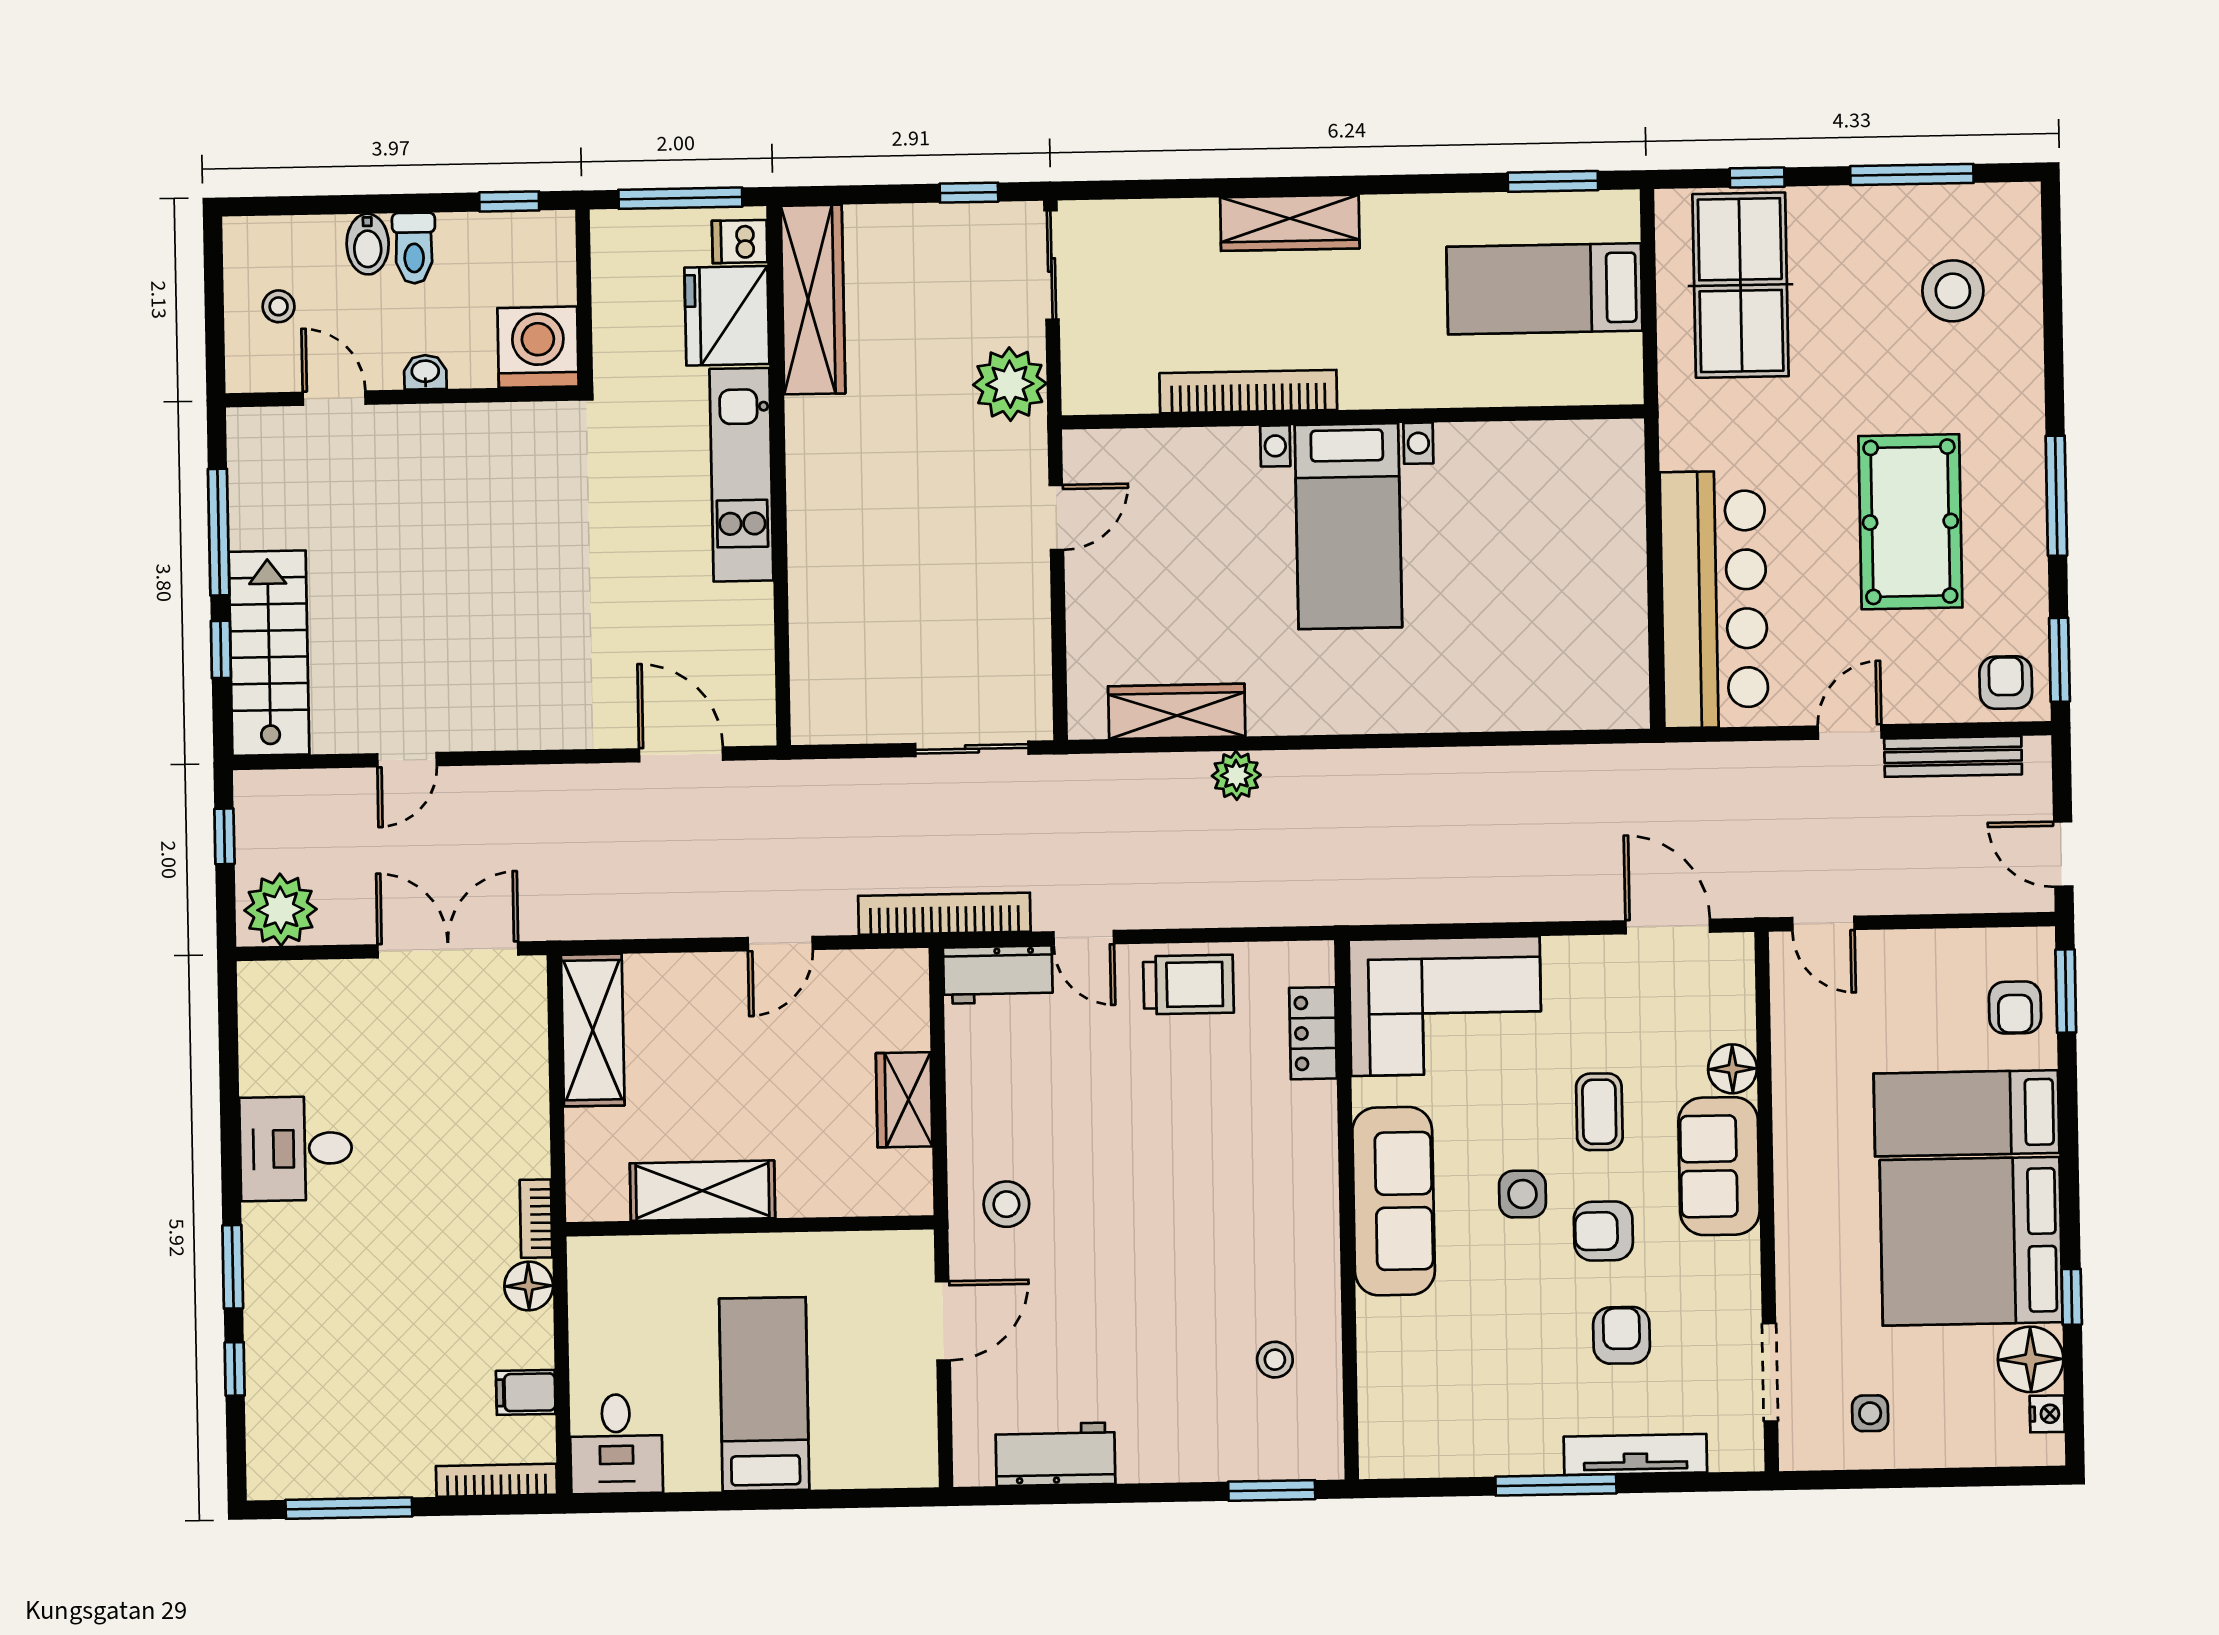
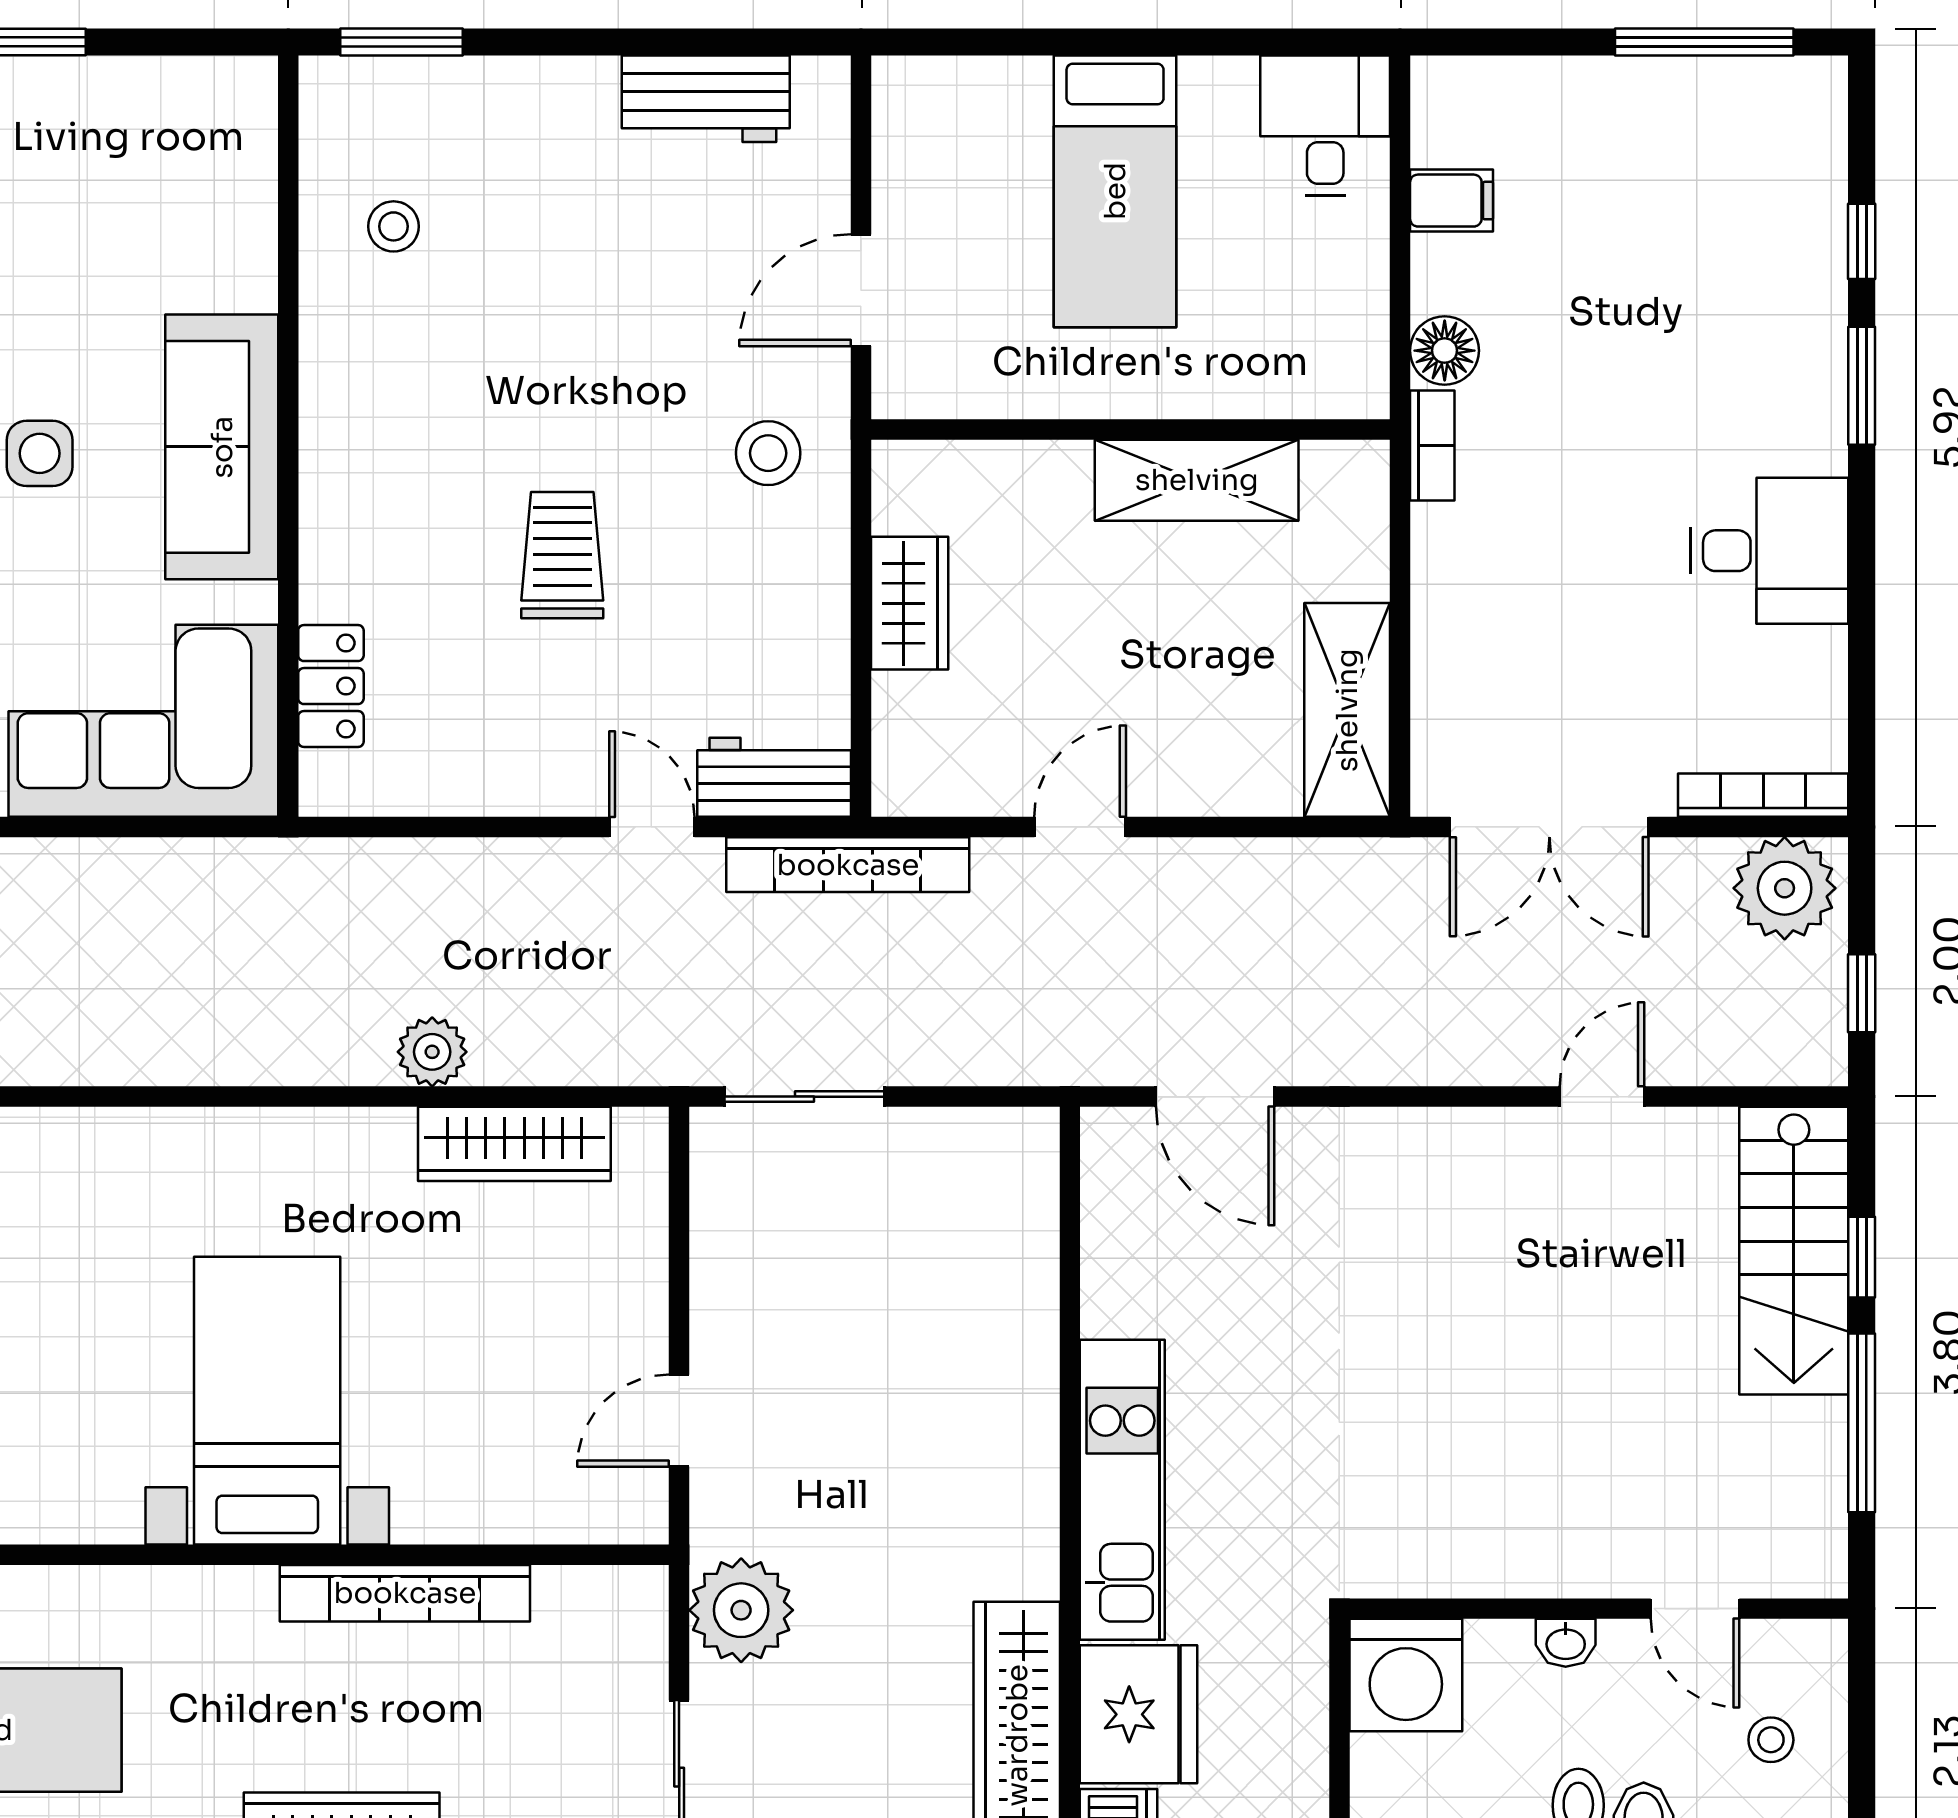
trolley: (1188, 985) -> (562, 555), moved, turned 90
bookcase: (496, 1480) -> (1763, 795), moved, turned 180

